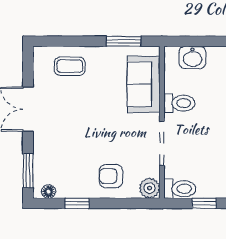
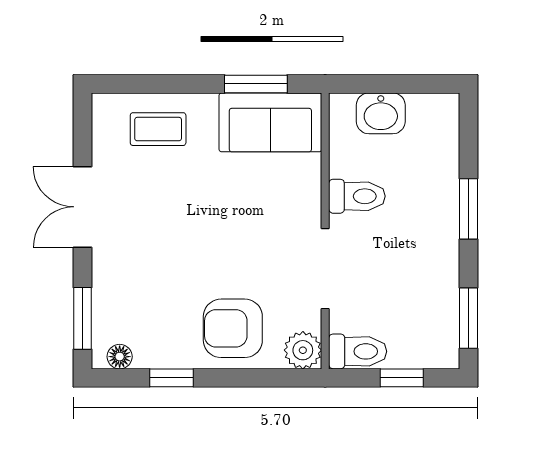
sofa: (144, 84) -> (270, 122), moved, turned -90
armchair: (111, 176) -> (233, 328), width x1.38, depth x1.38

